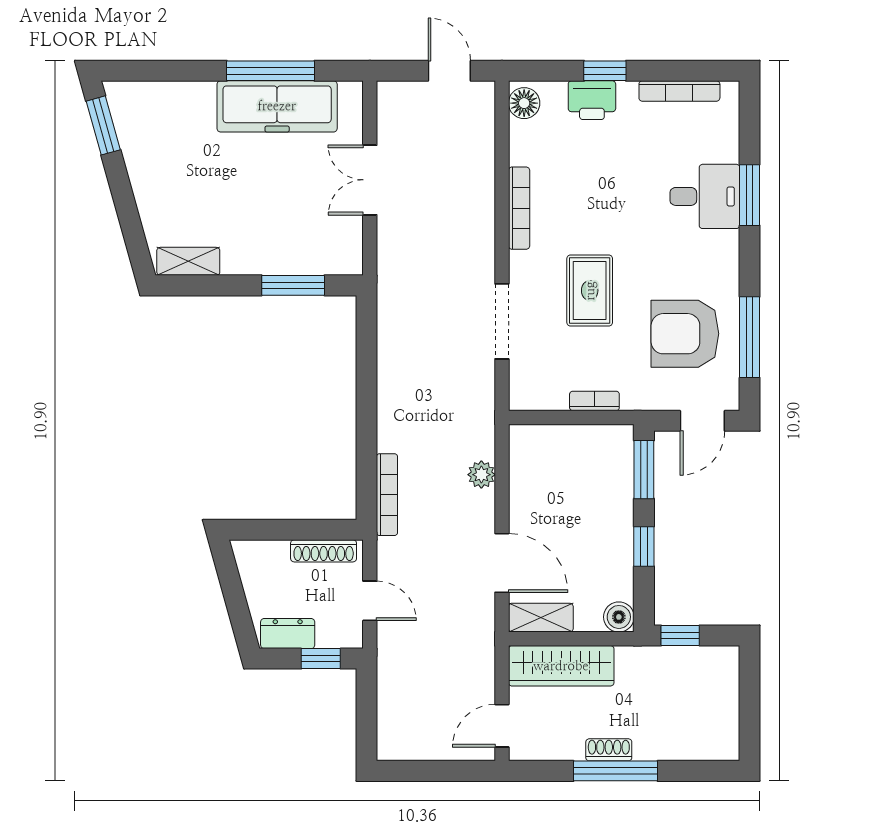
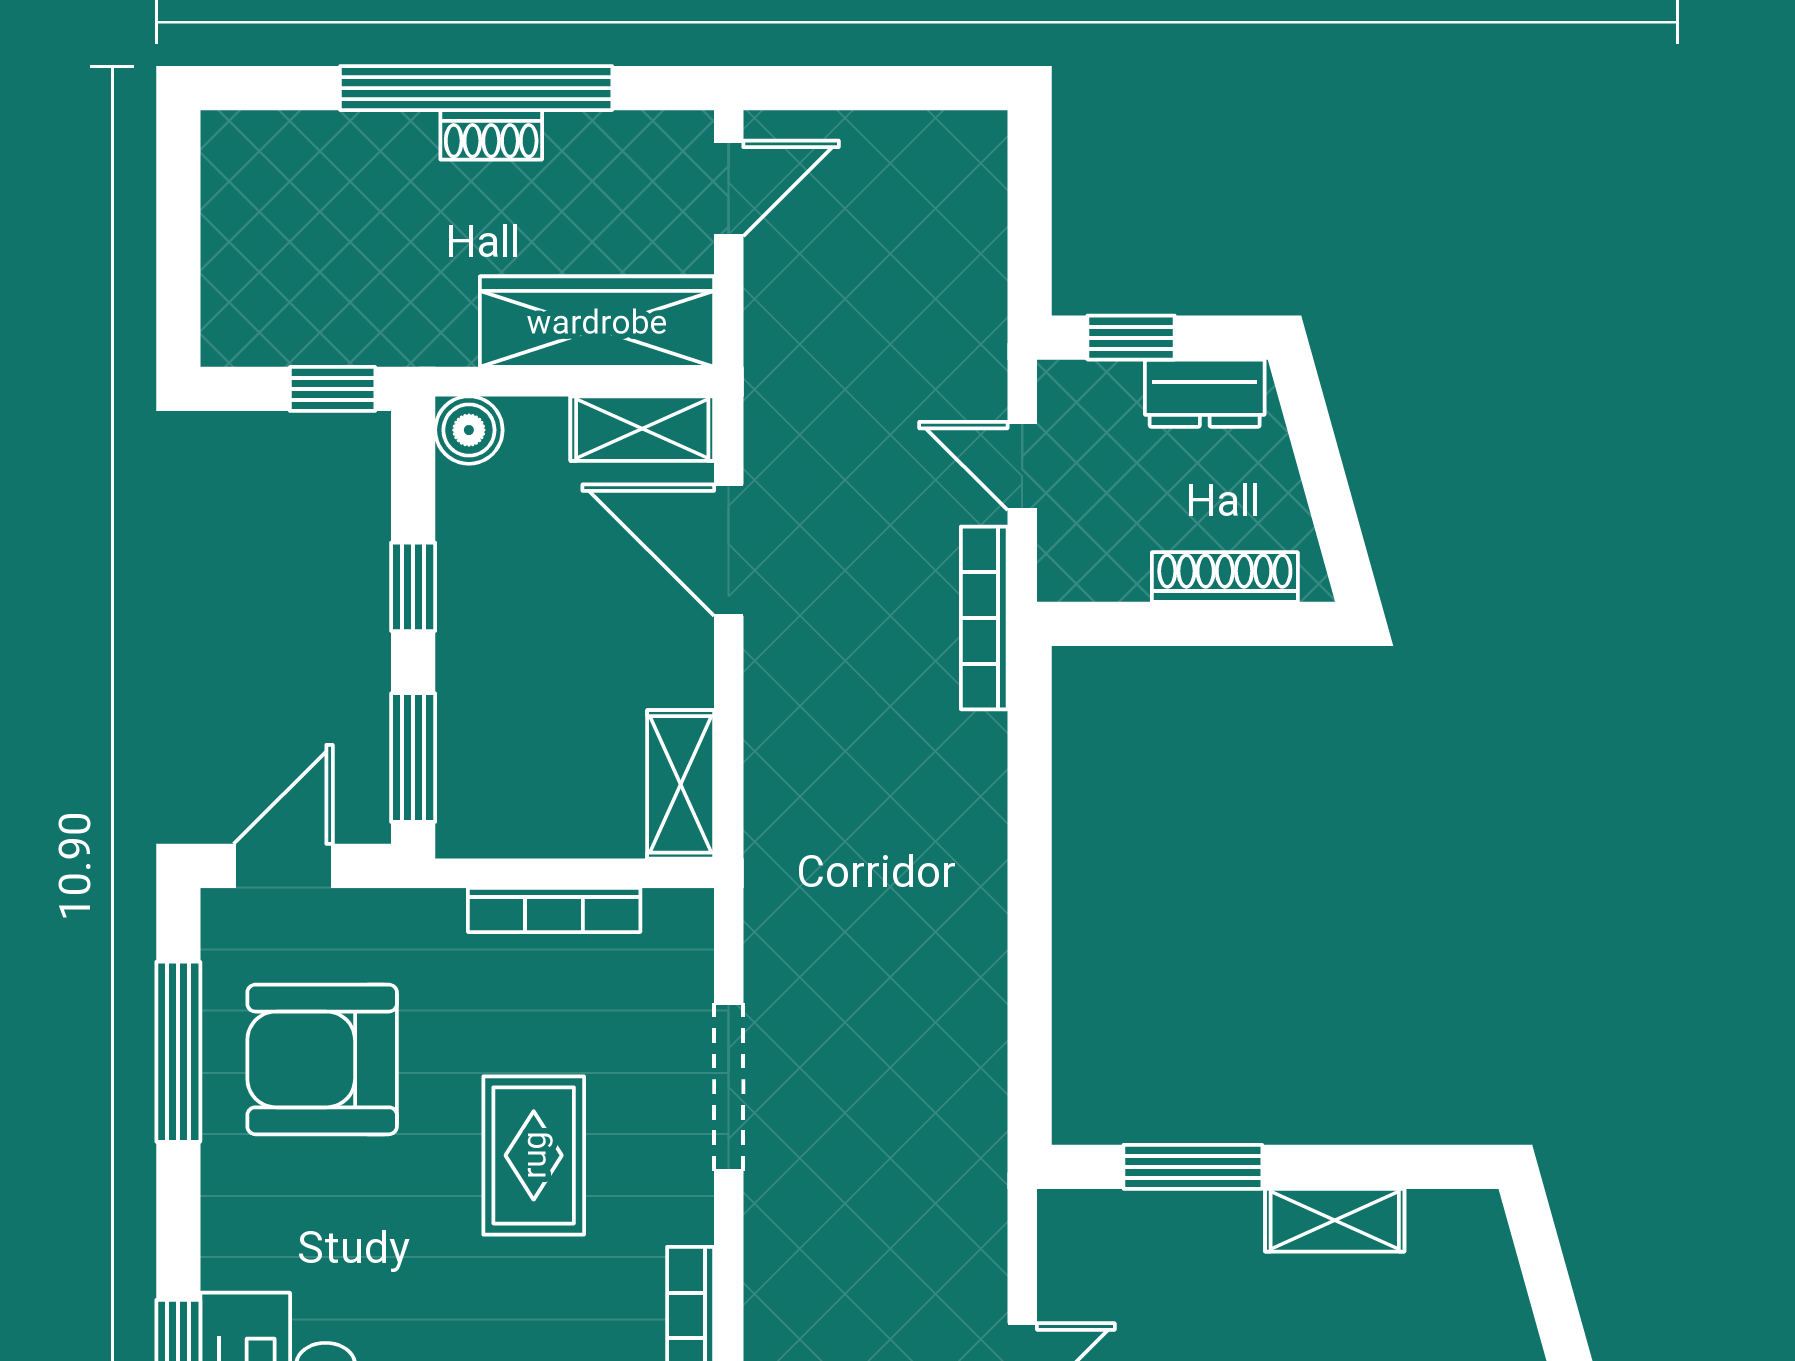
shelving: (188, 261) -> (1335, 1220), moved
armchair: (685, 334) -> (322, 1059), turned 180
bookcase: (594, 401) -> (554, 910), width x1.56
shelving: (524, 458) -> (681, 784), added
plant: (481, 475) -> (774, 747), removed
bookcase: (387, 495) -> (984, 618), moved
shoe rack: (324, 551) -> (1225, 577), moved
window: (616, 771) -> (476, 88), width x1.46

